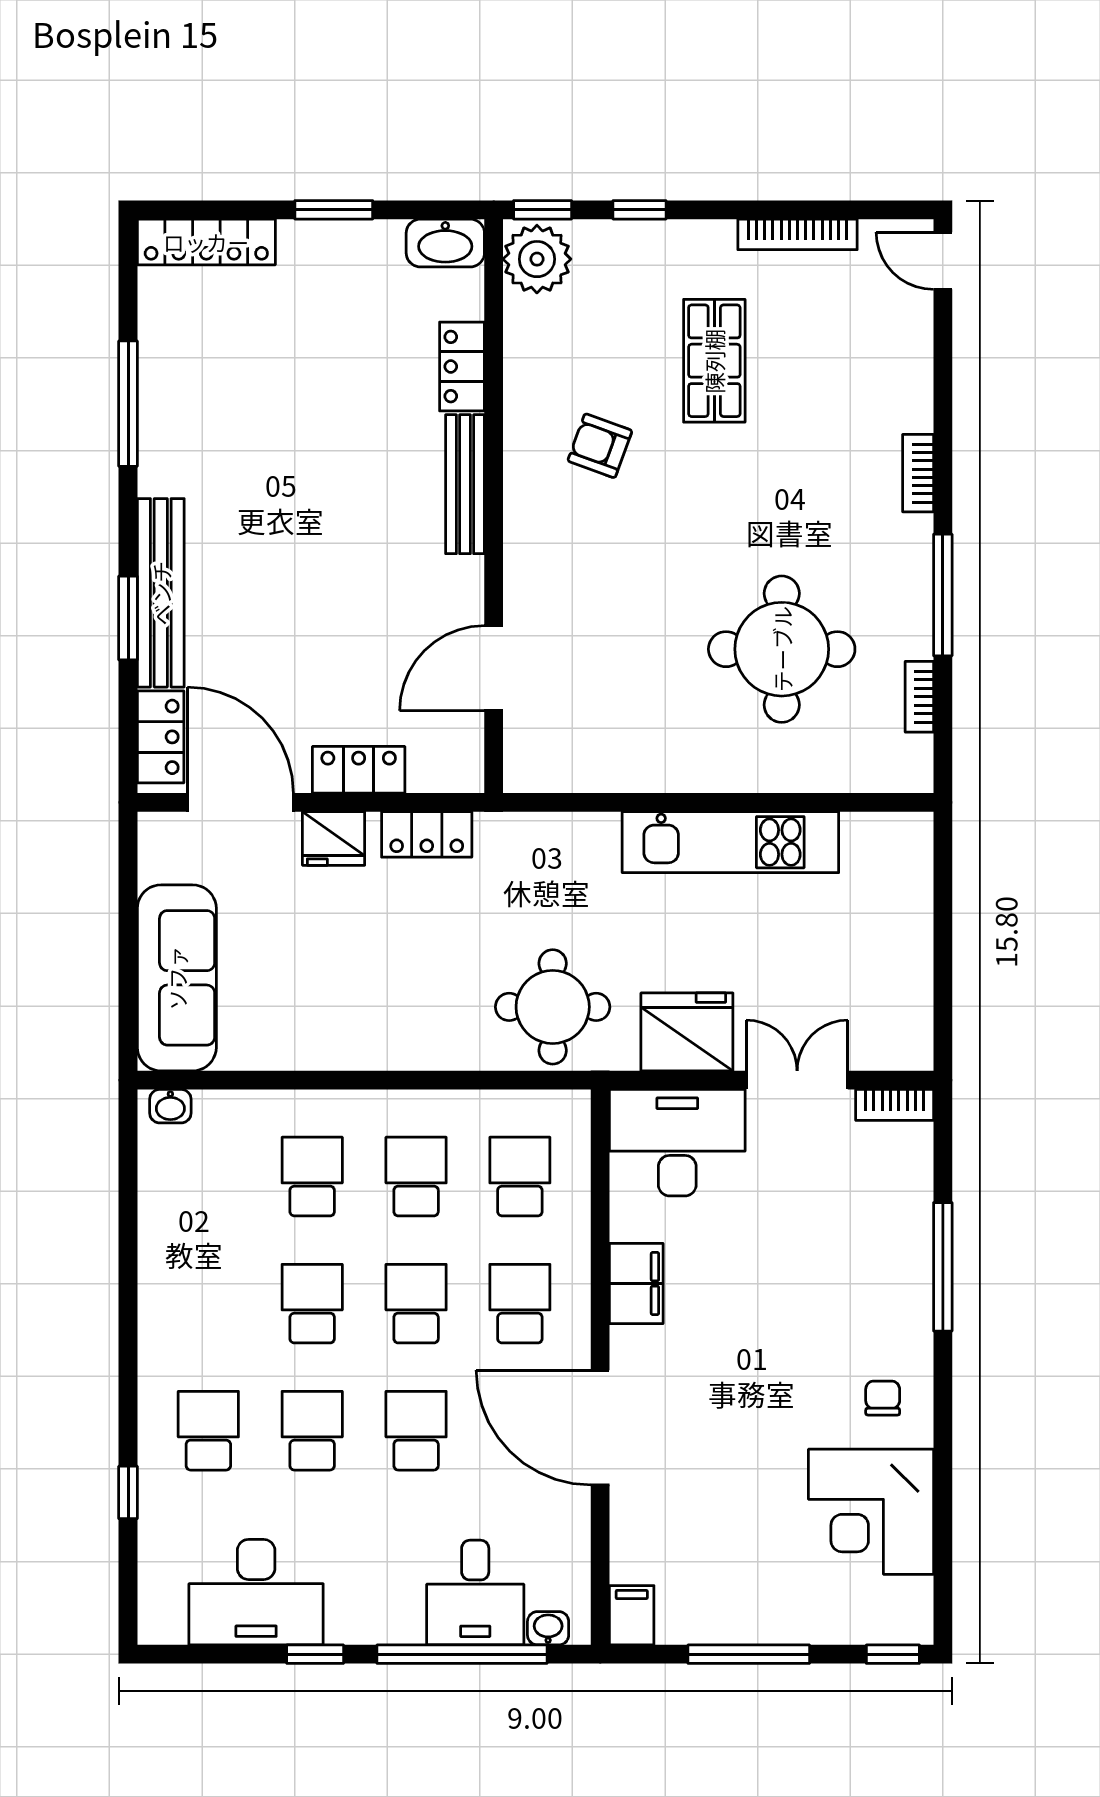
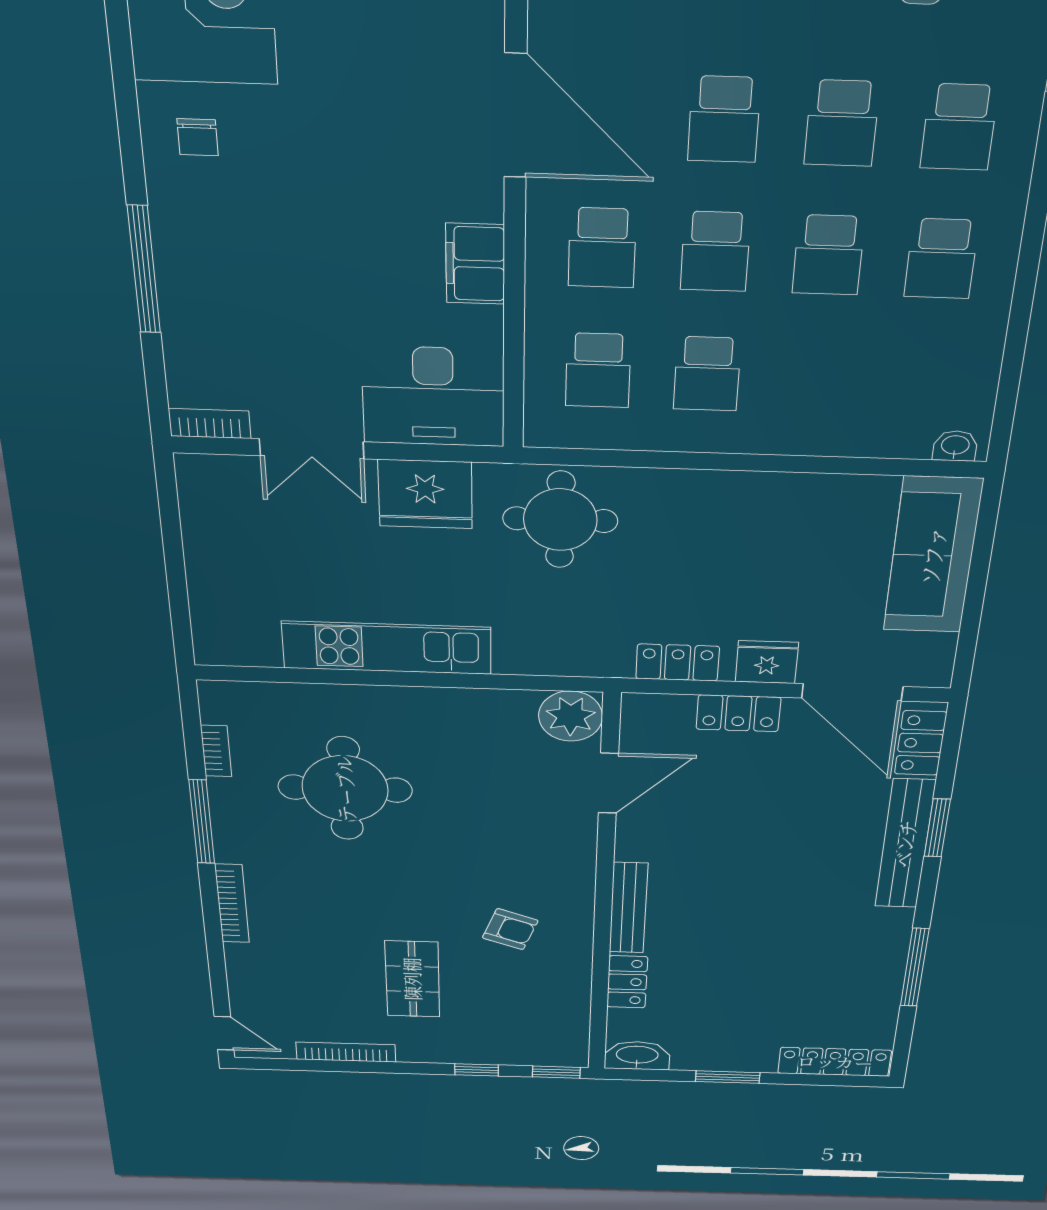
plant: (537, 259) -> (571, 716), moved
bookcase: (918, 473) -> (232, 904), width x1.56
school desk: (312, 1177) -> (941, 259), moved

